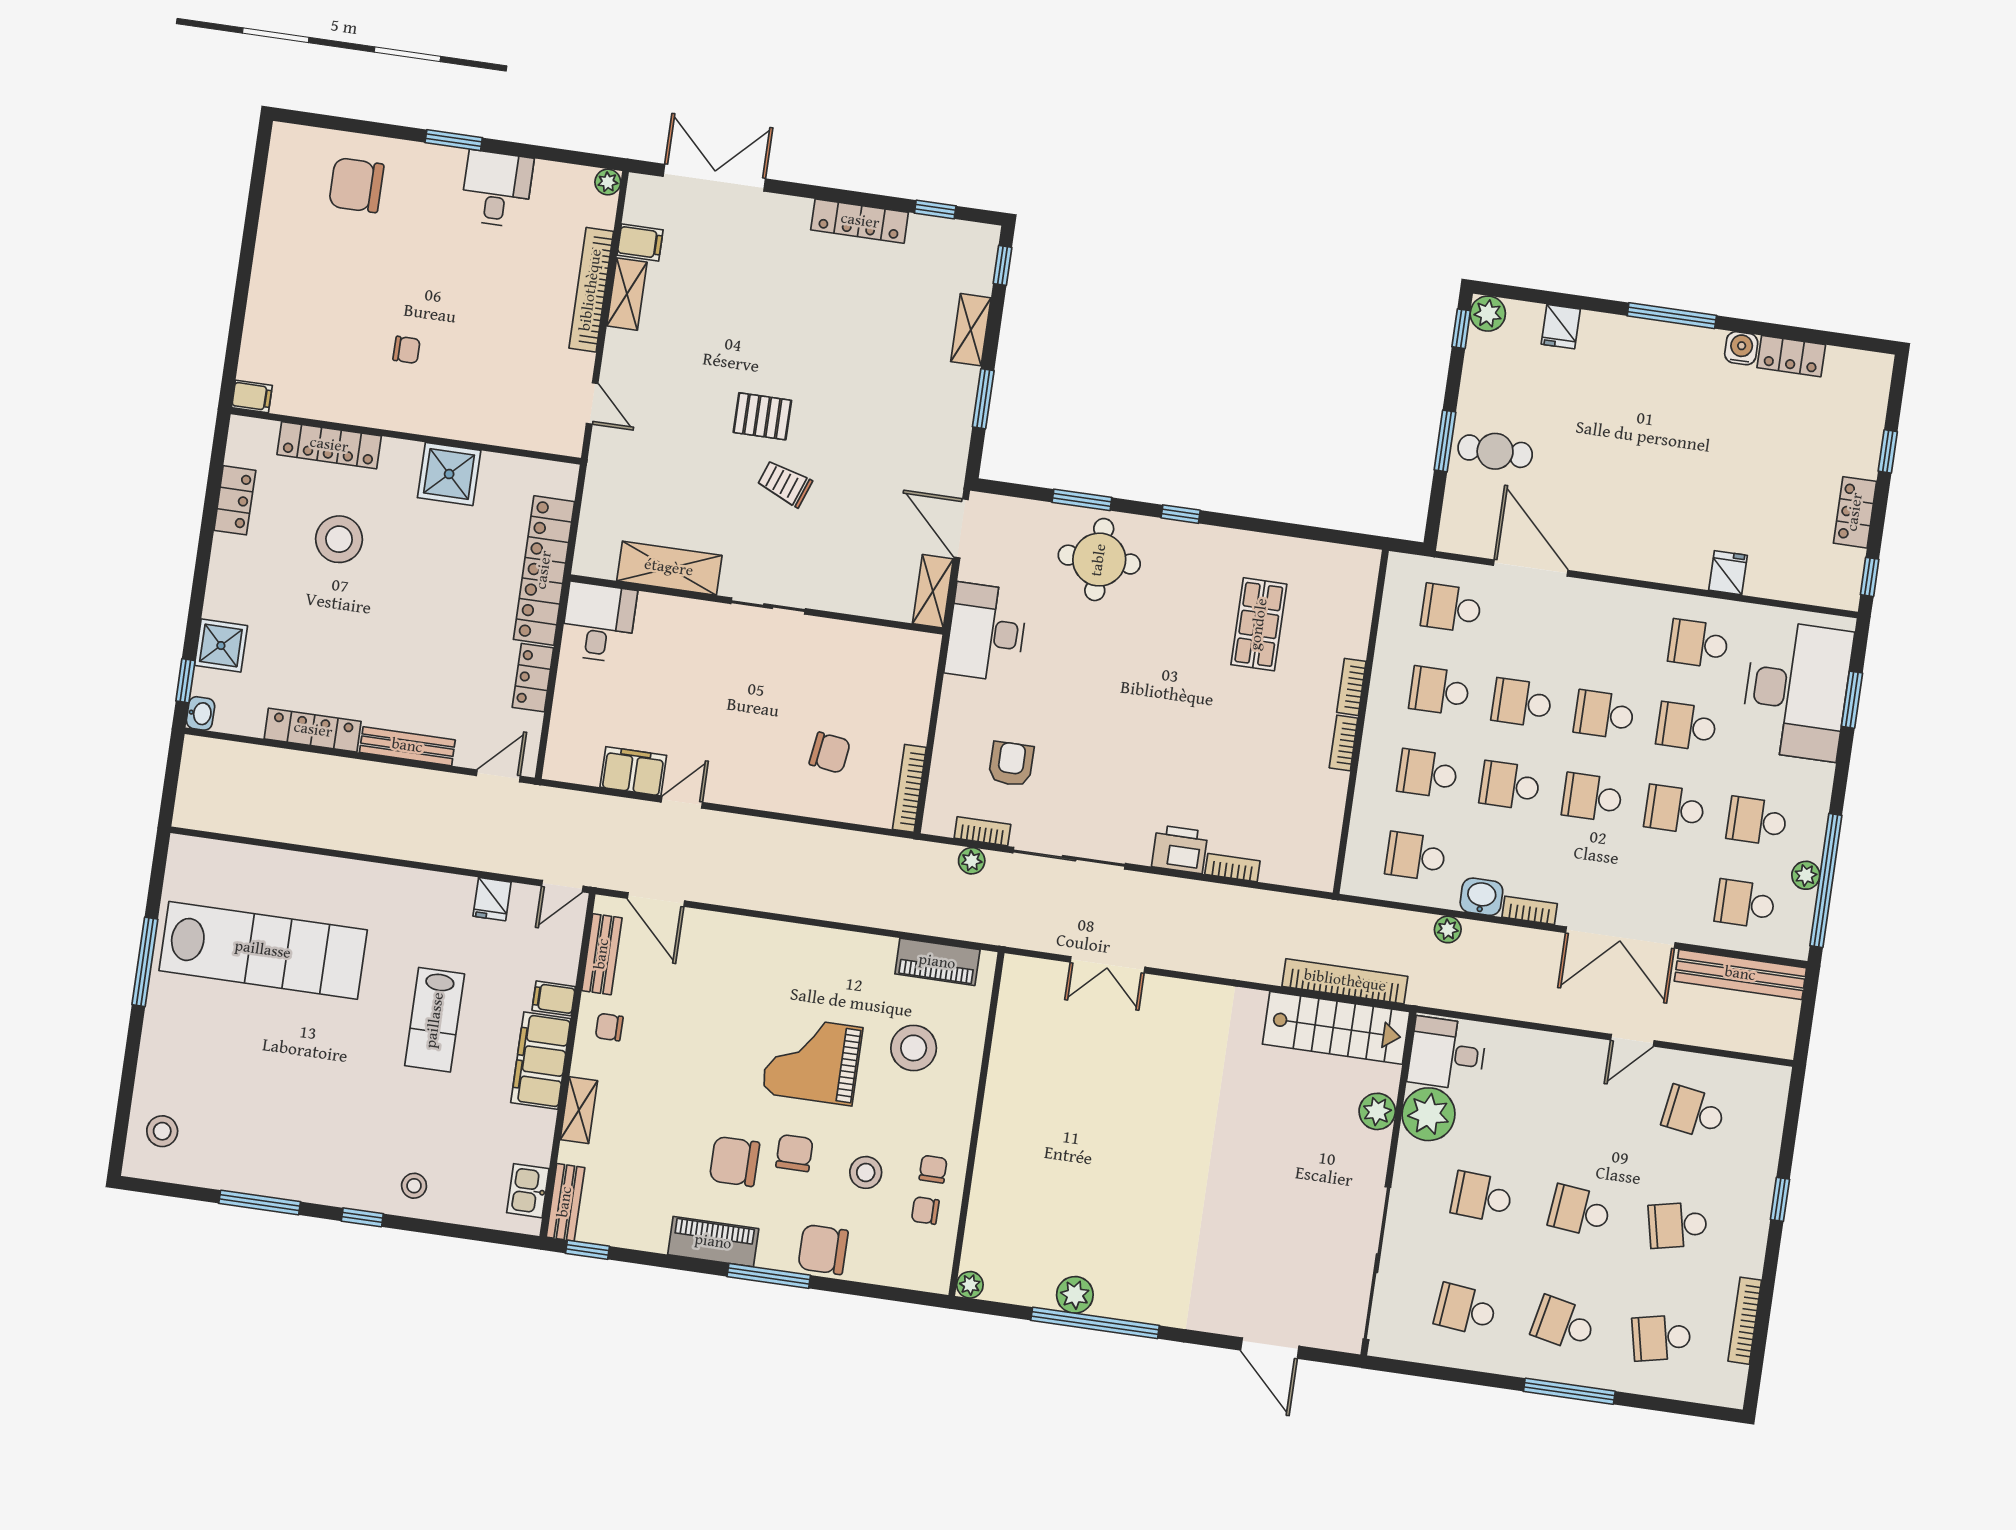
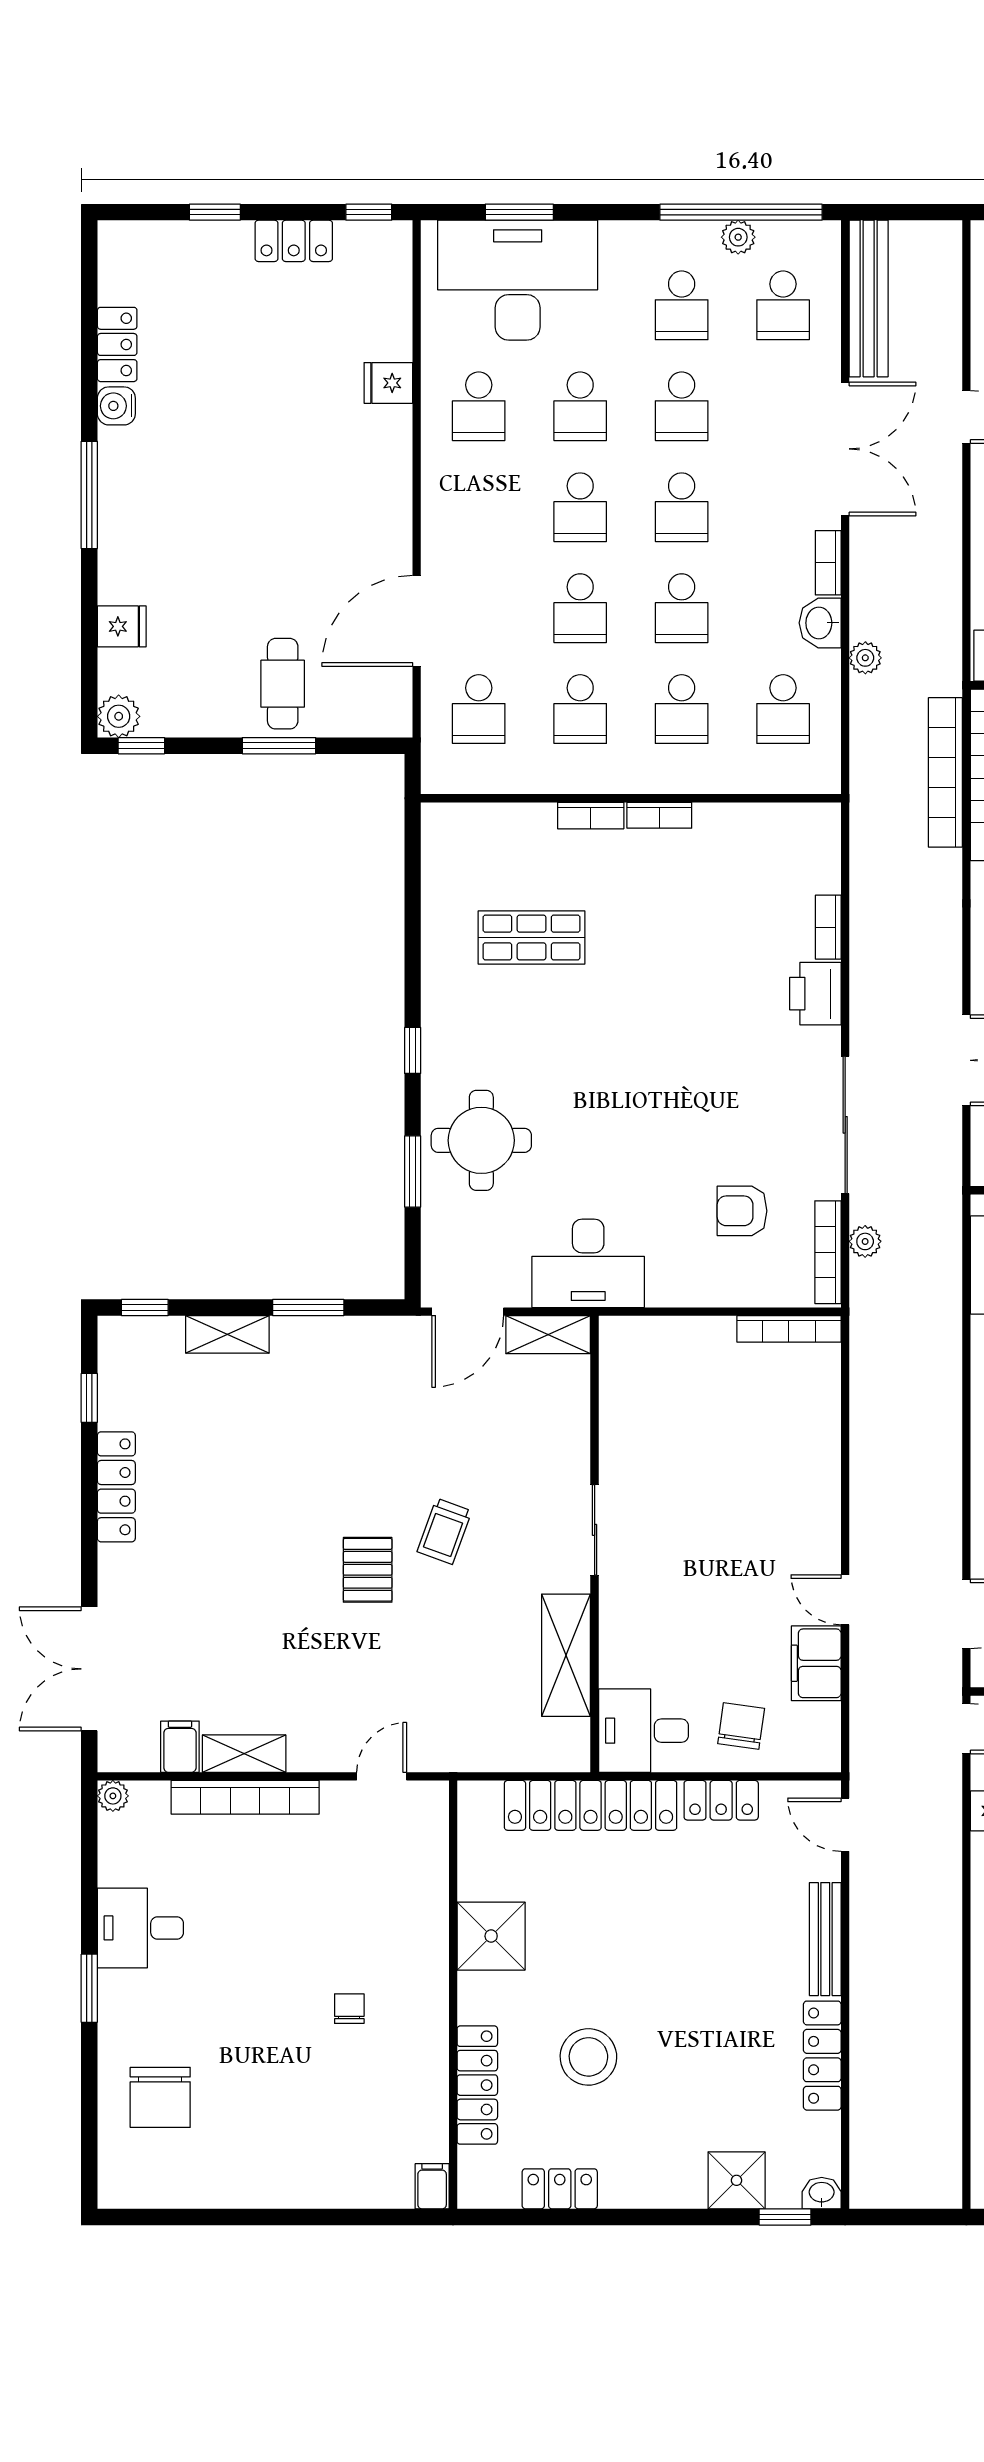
chair: (830, 753) -> (741, 1726), moved
bookcase: (982, 831) -> (828, 1252), width x1.56

